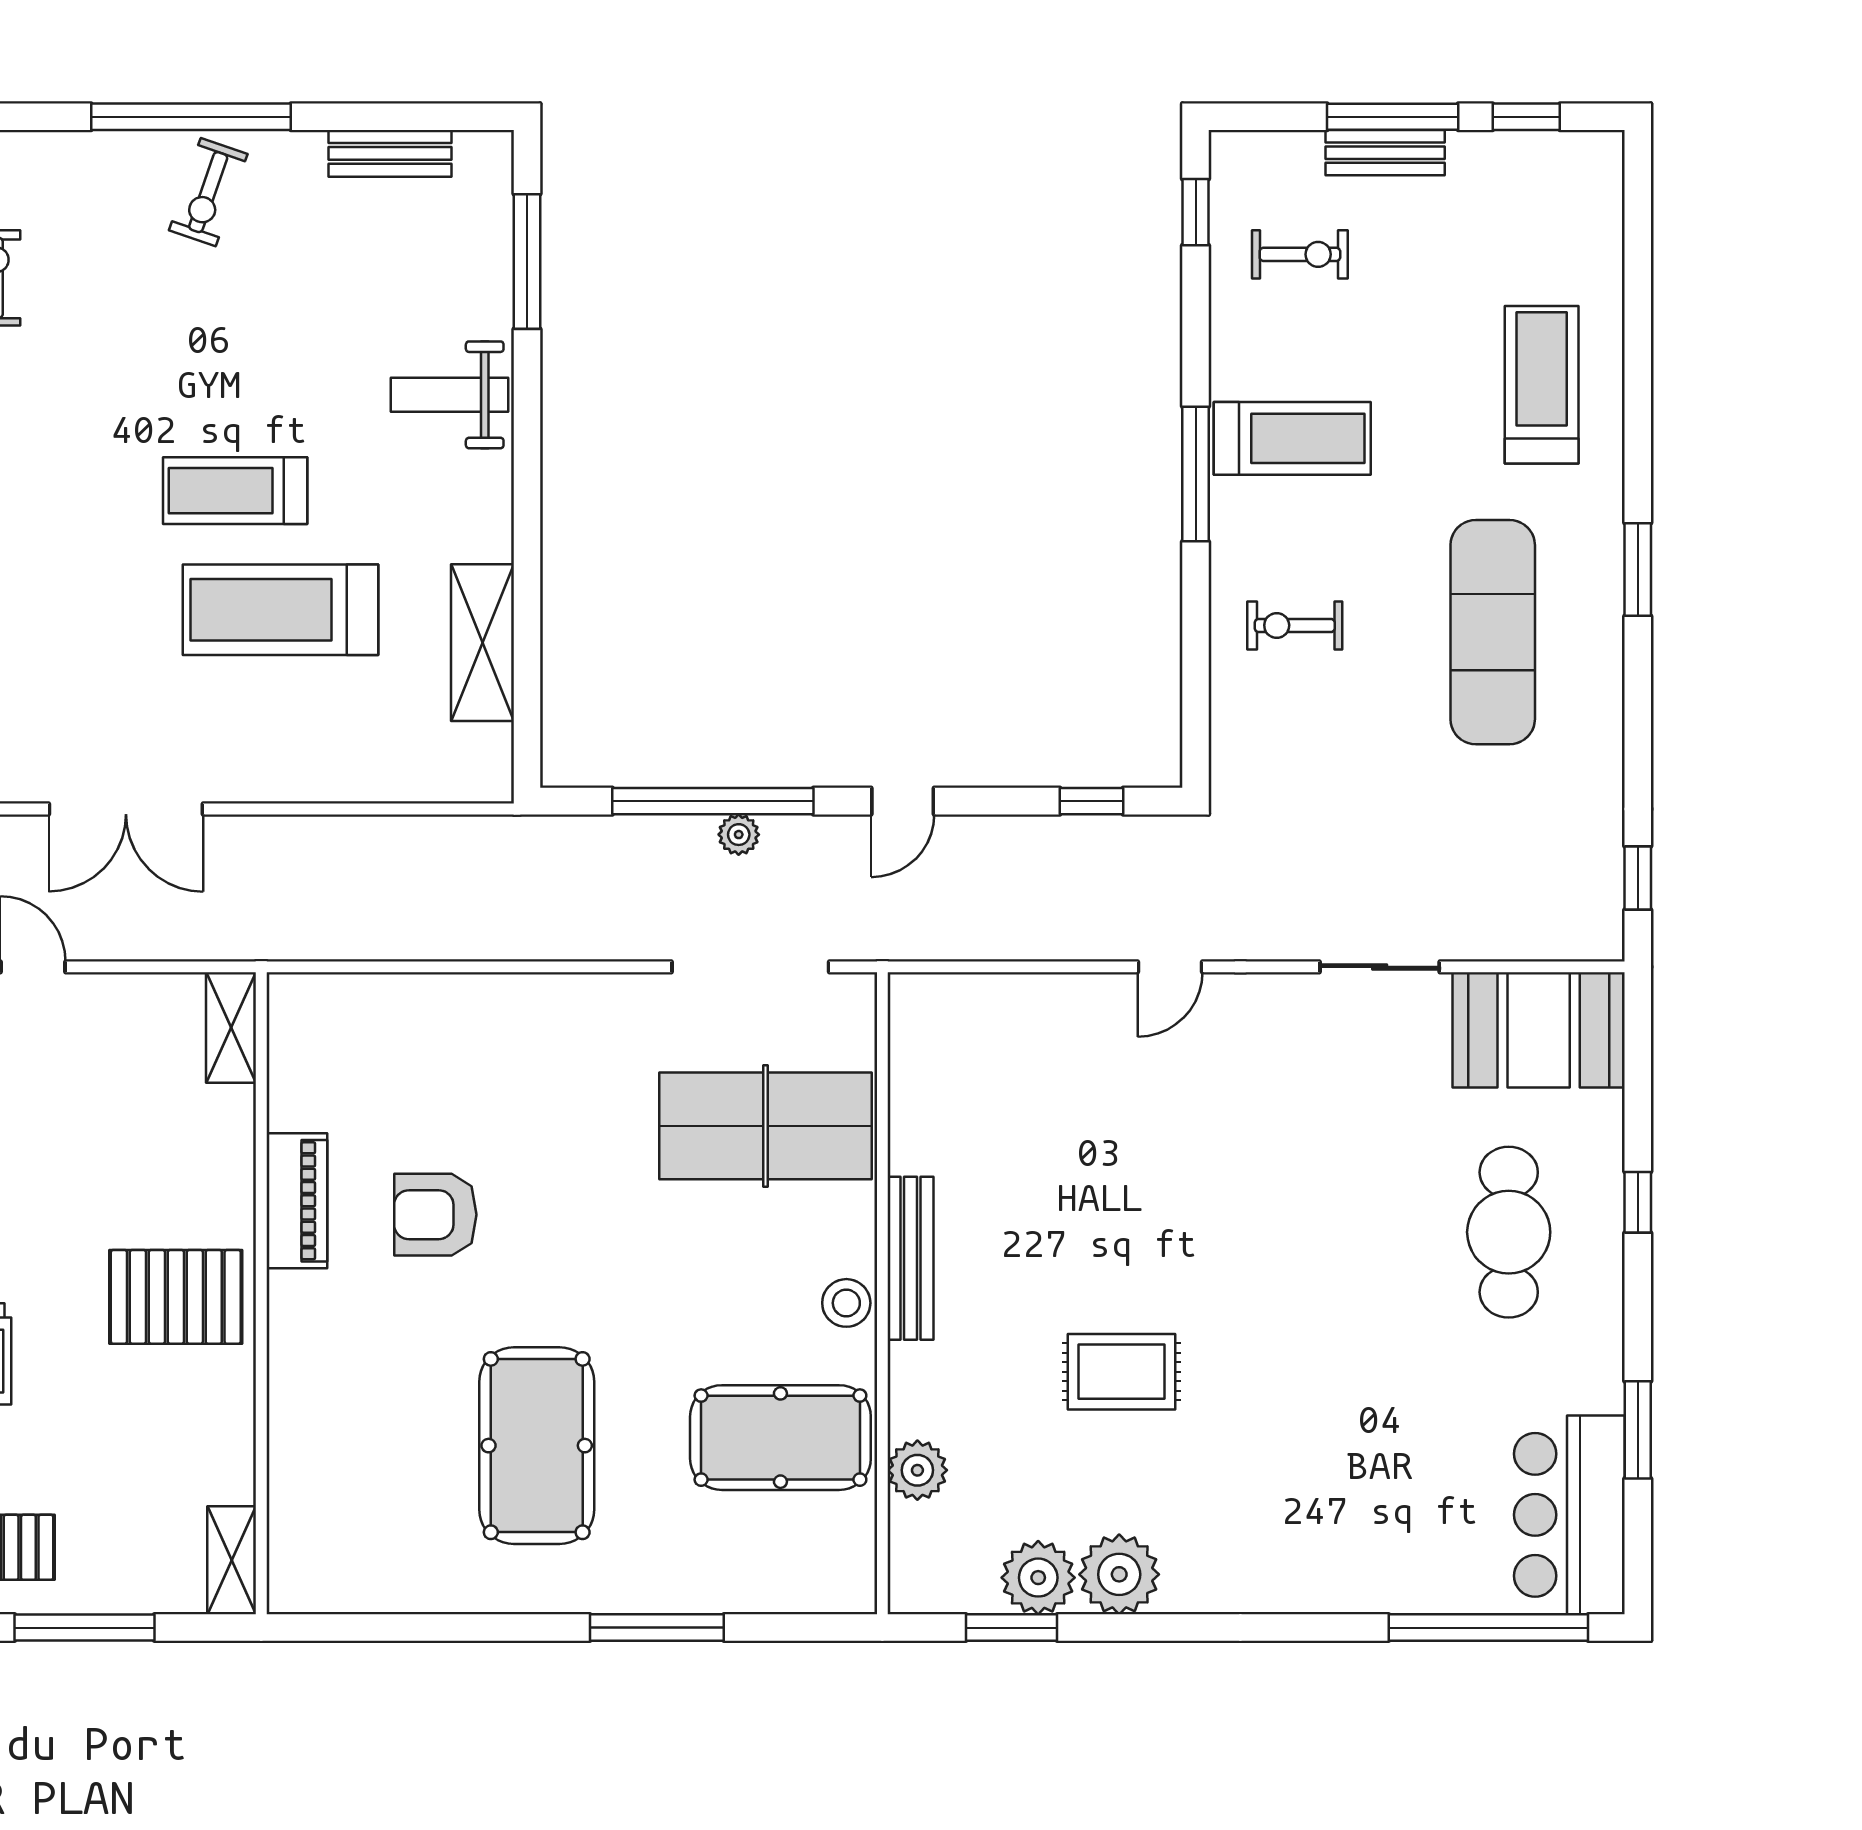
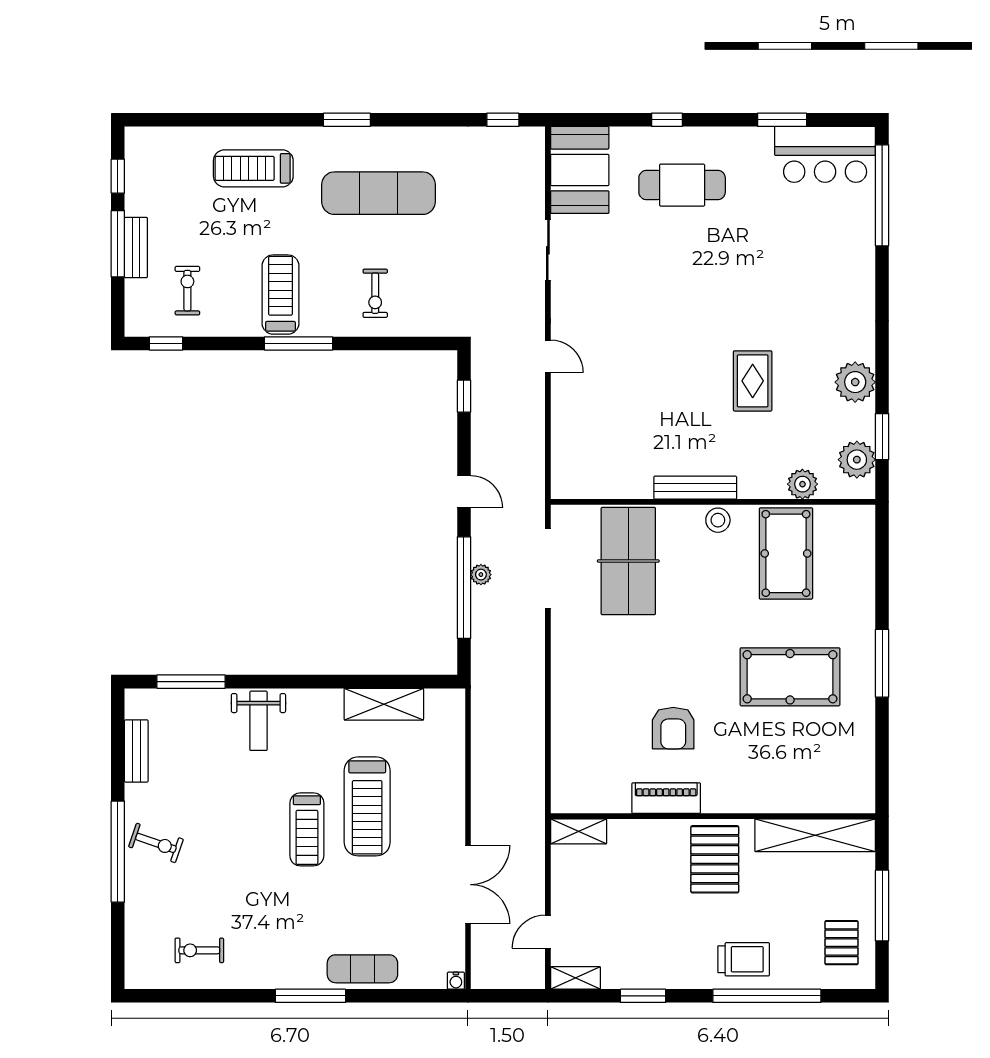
shelving: (232, 1560) -> (815, 835), width x2.20, depth x1.33
plant: (1038, 1578) -> (857, 460), moved
window: (657, 1628) -> (882, 663), moved

